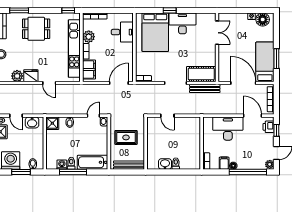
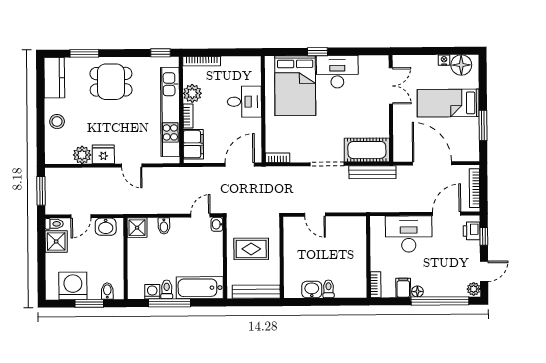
desk: (122, 32) -> (244, 102), moved
bed: (265, 62) -> (448, 103), moved, turned -90
door: (16, 116) -> (81, 216), hinge flipped
door: (252, 116) -> (447, 214), hinge flipped

